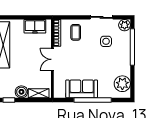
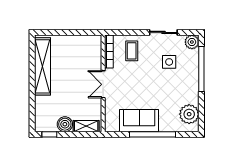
freezer: (35, 26) -> (81, 43), removed

